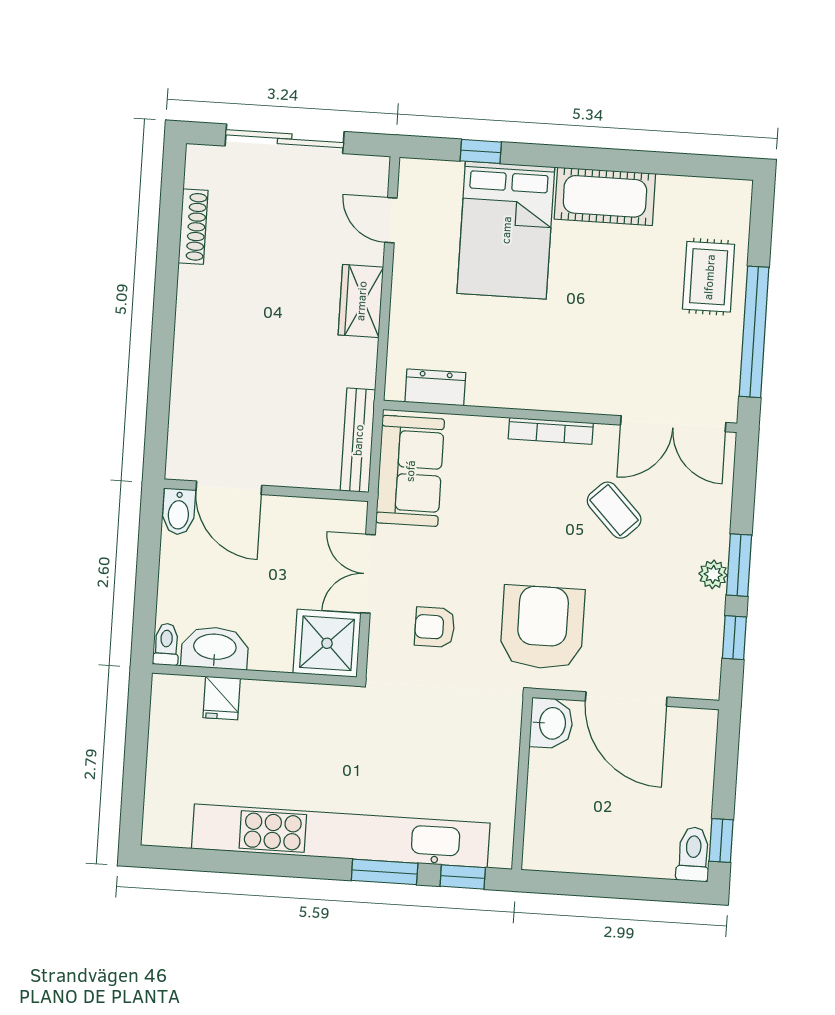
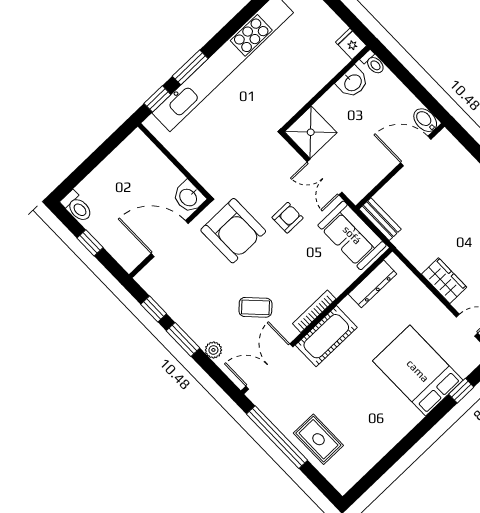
cot: (605, 196) -> (326, 336), moved
dresser: (435, 387) -> (373, 284), width x1.44
bench: (358, 440) -> (380, 219), width x0.73
double door: (368, 574) -> (324, 177), swing flipped
plant: (713, 574) -> (213, 350), moved
armchair: (435, 627) -> (288, 218), moved
washbasin: (215, 648) -> (353, 82), width x0.72
fridge: (222, 698) -> (351, 44), moved
window: (721, 841) -> (90, 243), moved

